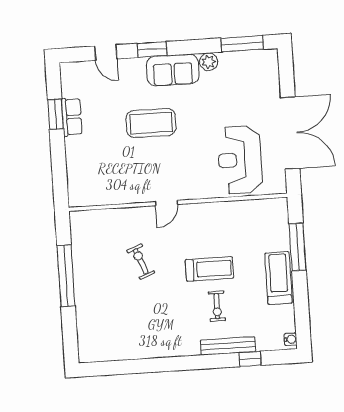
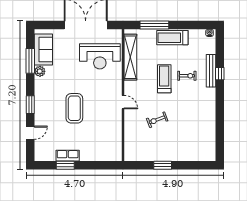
window: (242, 44) -> (30, 61), moved
sofa: (173, 70) -> (43, 50), moved
shelving: (242, 210) -> (130, 57), added
window: (66, 276) -> (163, 165), width x0.47
window: (250, 359) -> (220, 74), moved

